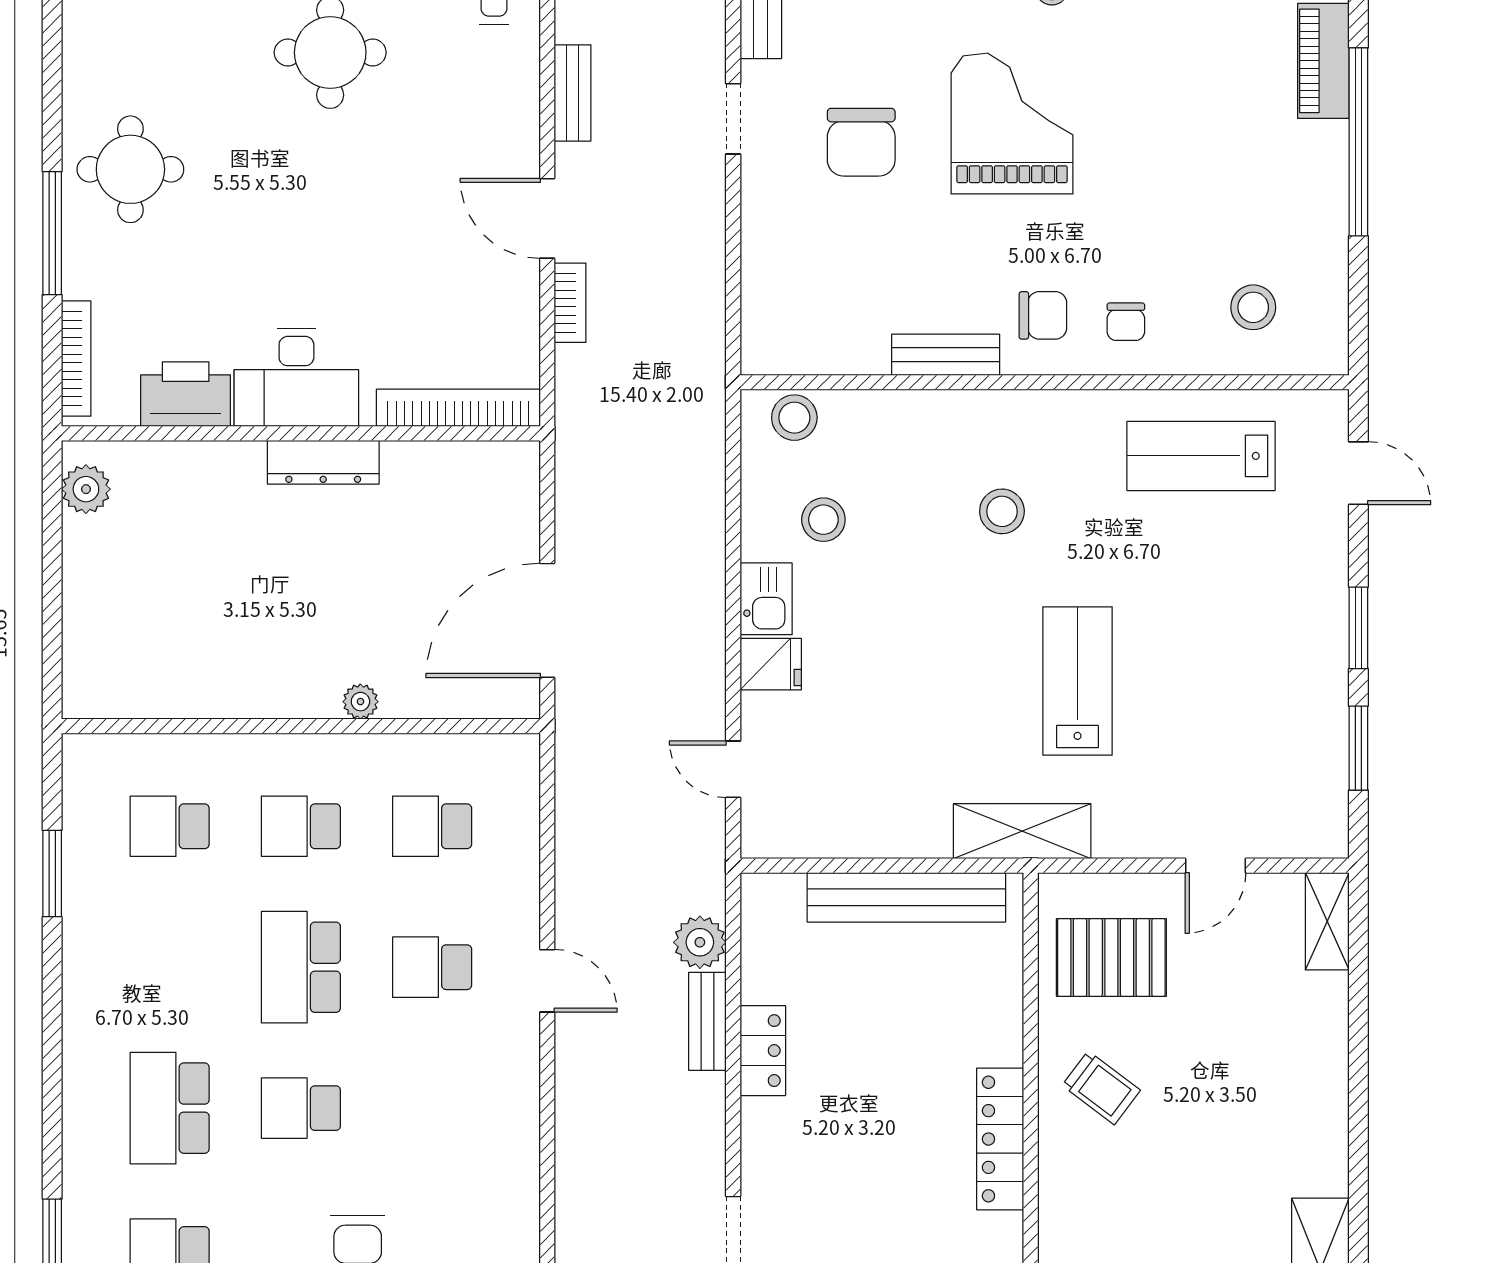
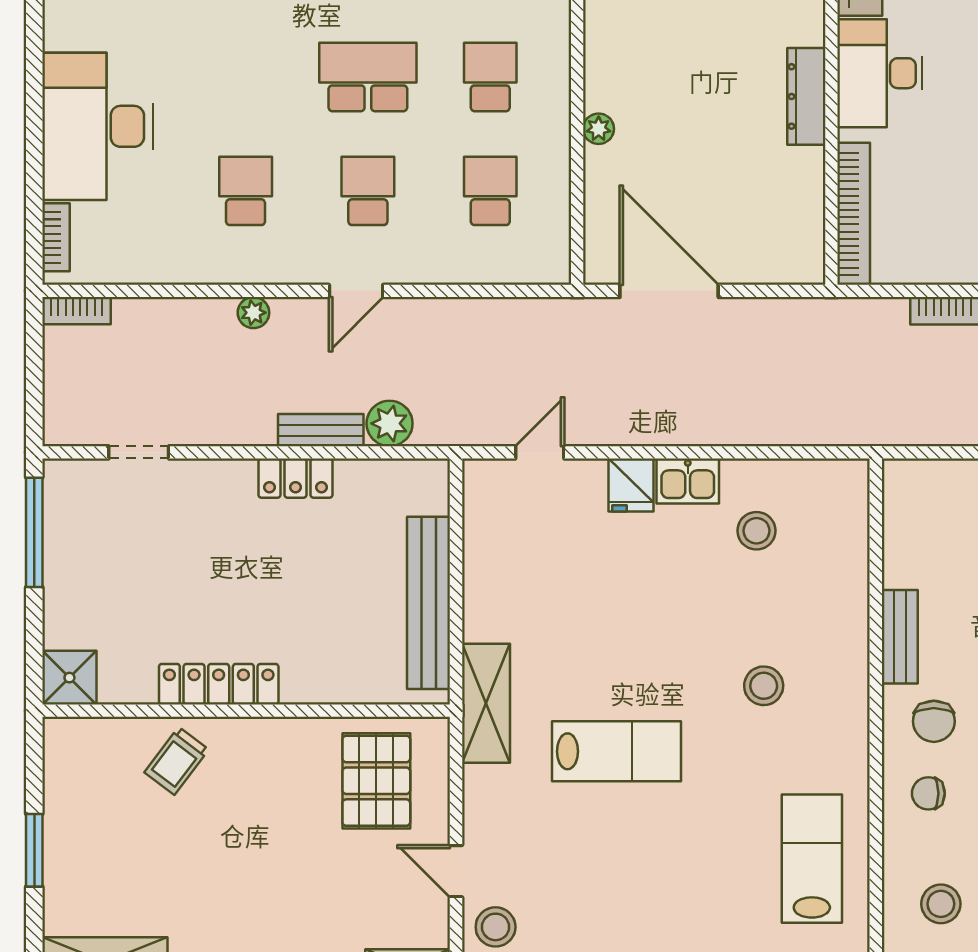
stool: (794, 418) -> (496, 927), moved
trolley: (1101, 1088) -> (177, 761), moved
plant: (572, 1099) -> (253, 313), added
school desk: (301, 1108) -> (246, 191), moved

